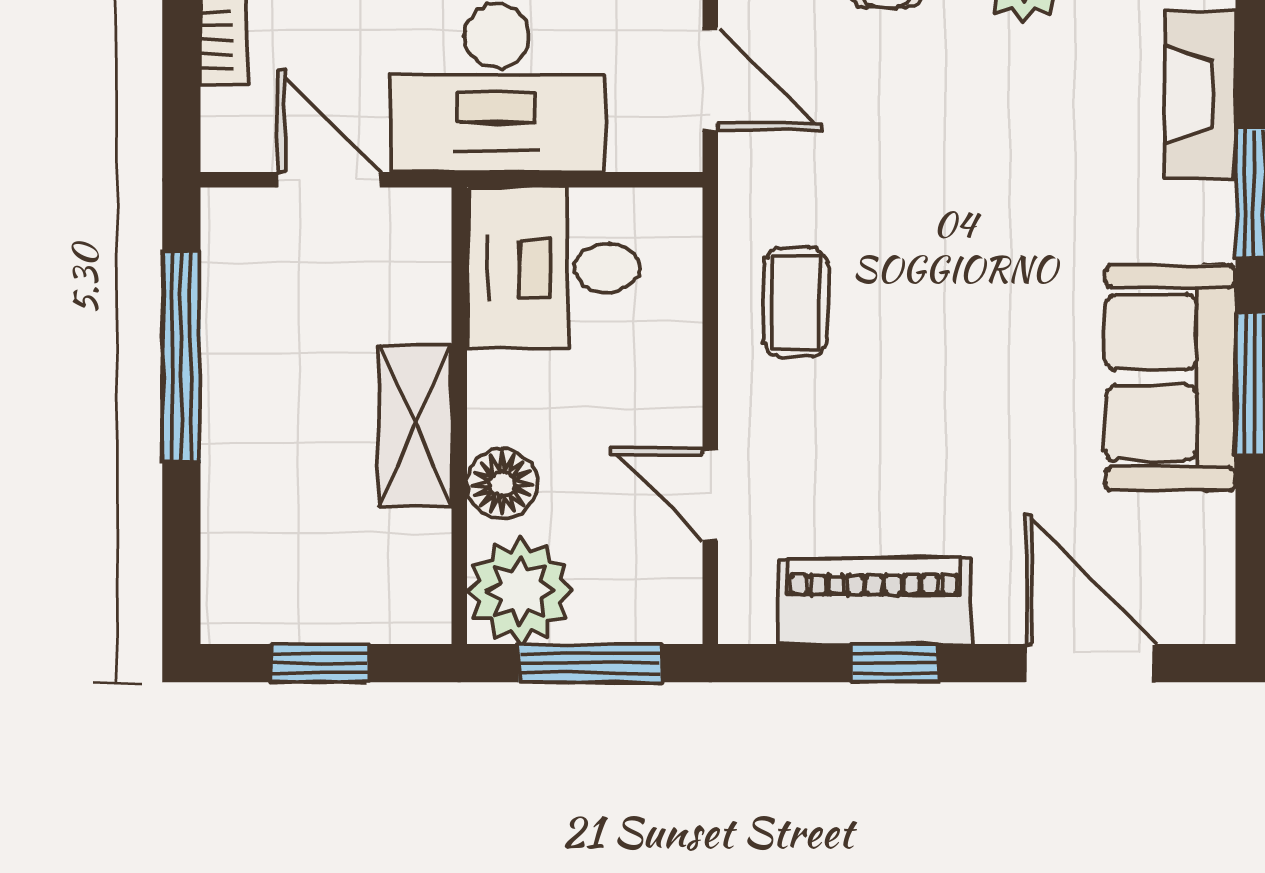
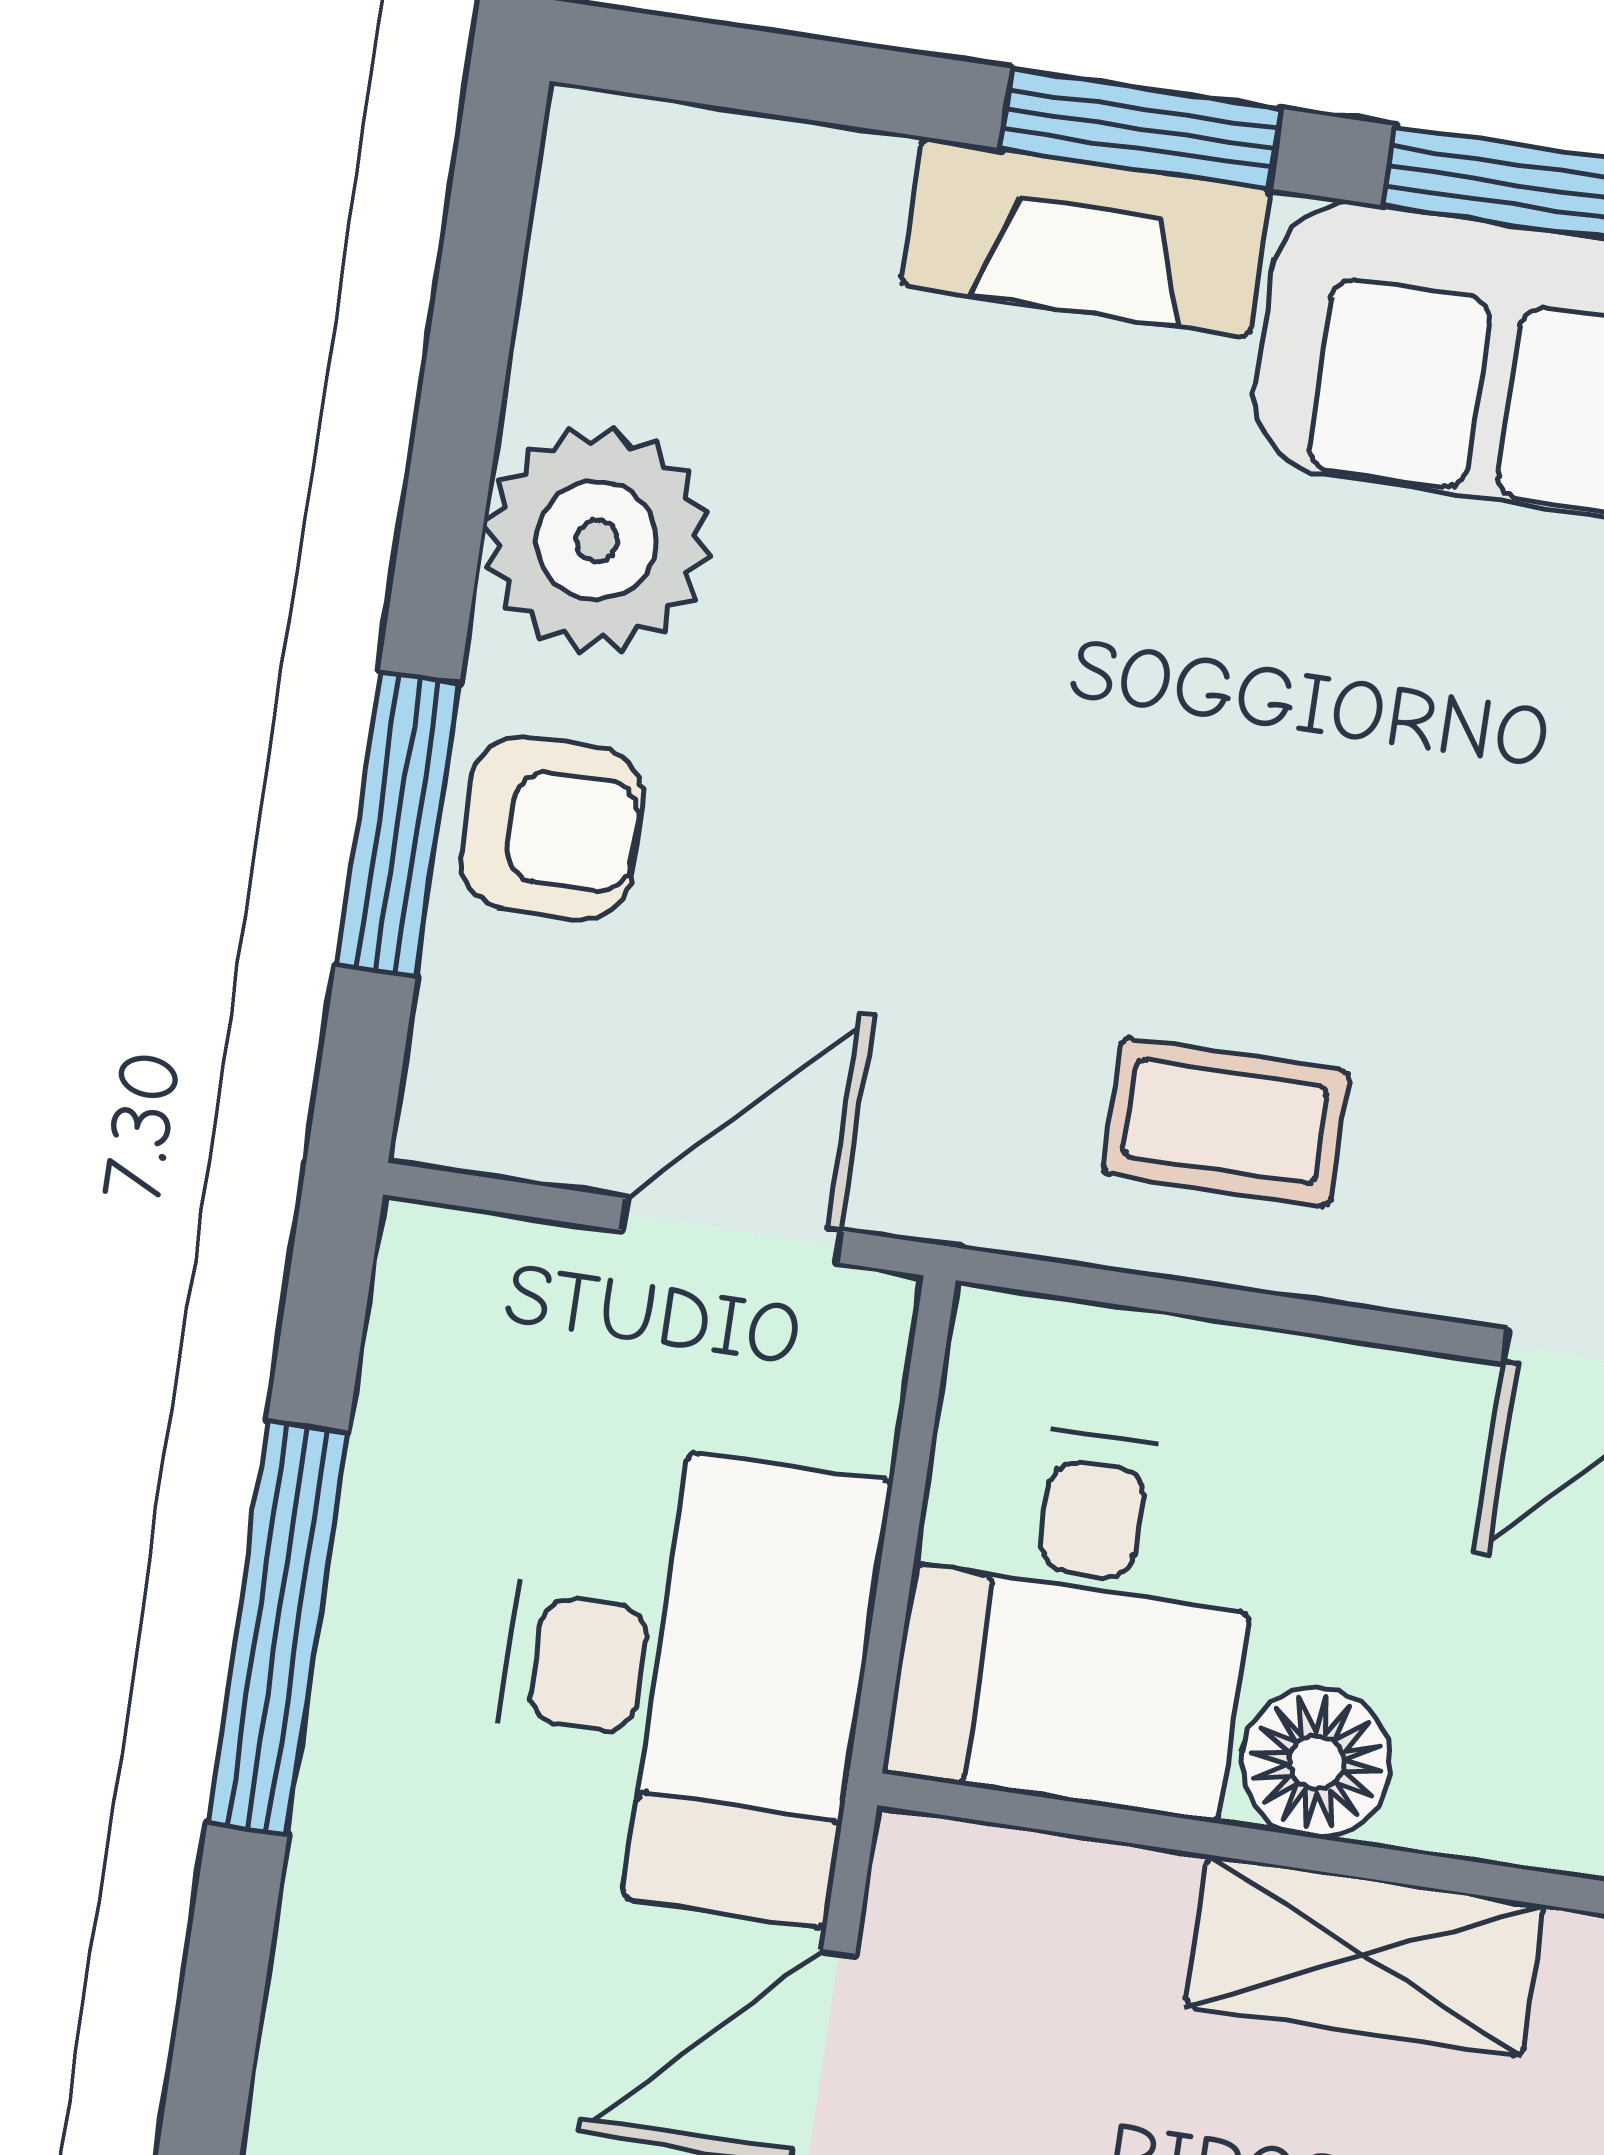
fireplace: (1200, 95) -> (1086, 237), moved
floor lamp: (502, 484) -> (1316, 1762), moved

